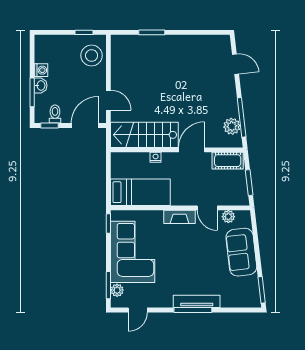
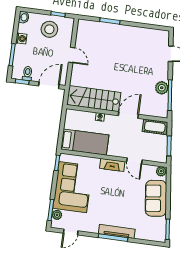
stool: (92, 55) -> (49, 29), moved
washbasin: (41, 85) -> (24, 17), moved
door: (108, 100) -> (72, 55), moved
plant: (232, 126) -> (162, 88), moved
plant: (228, 217) -> (161, 171), moved

